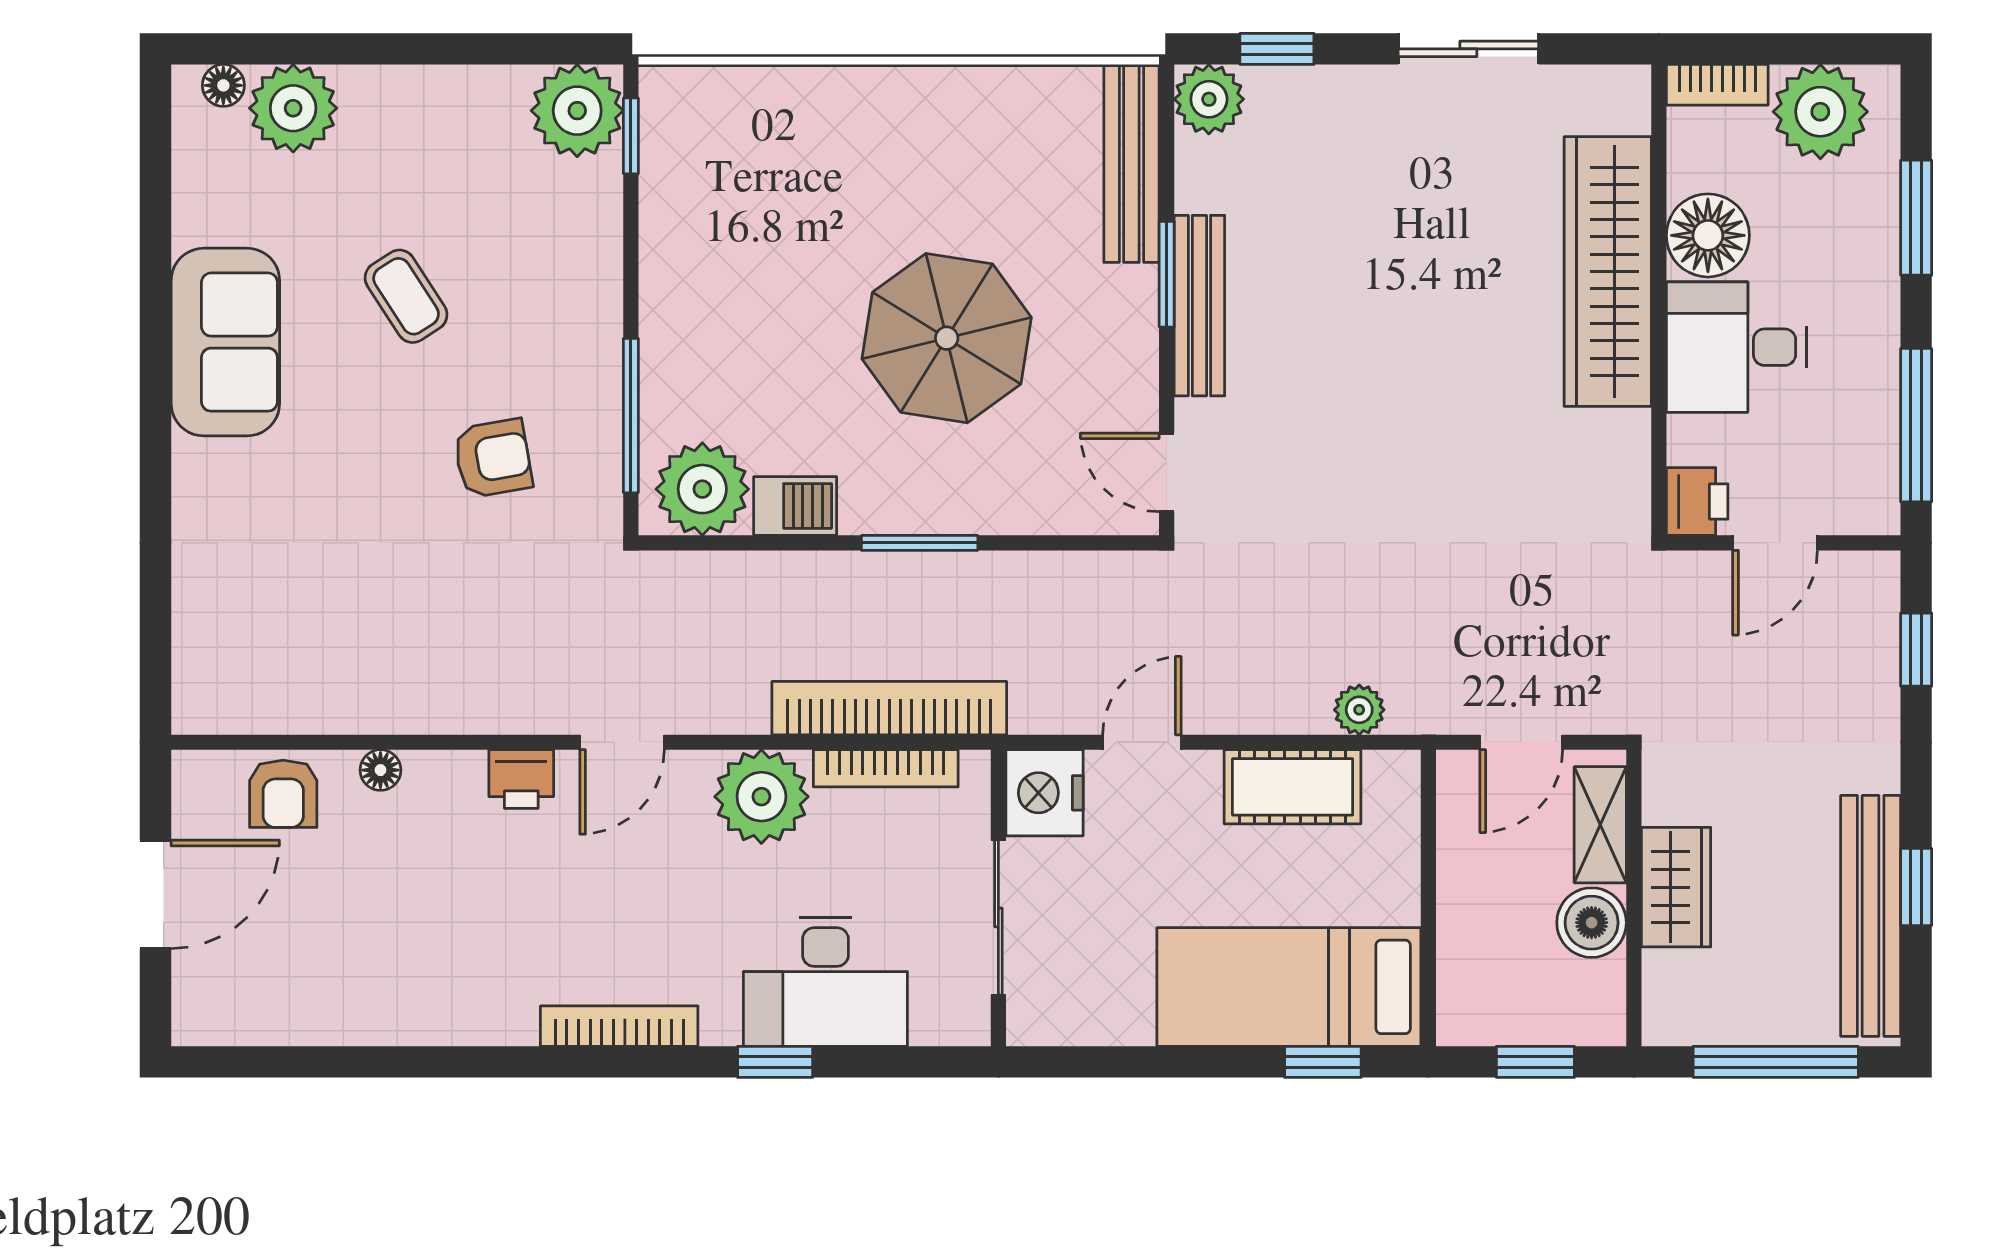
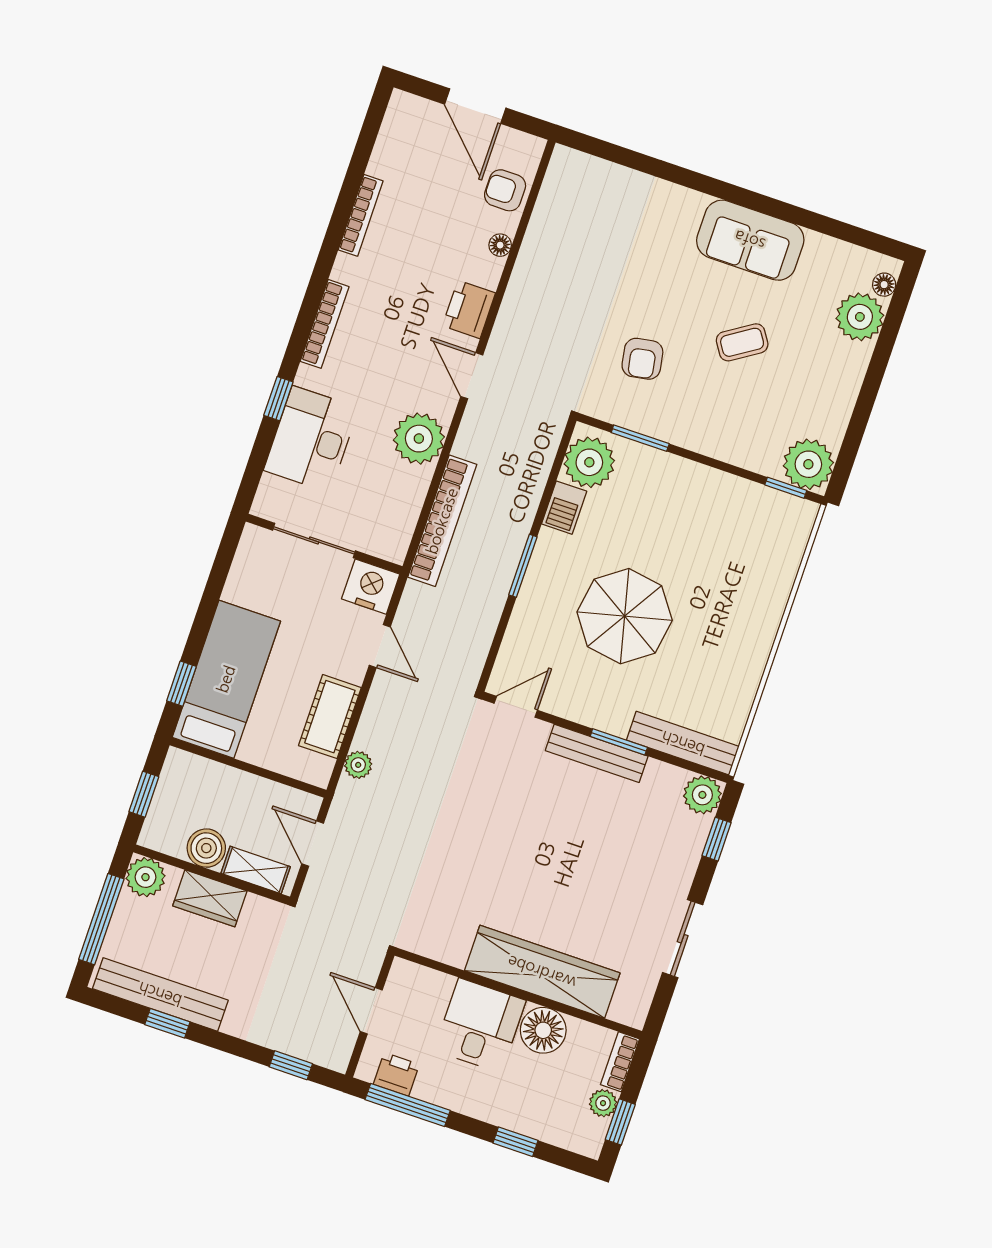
window: (1821, 49) -> (620, 1122), added
plant: (1820, 112) -> (603, 1103), width x0.53, depth x0.53
window: (1916, 218) -> (516, 1142), width x0.67
window: (631, 416) -> (640, 438), width x0.69
printer: (1697, 501) -> (396, 1074), moved, turned 180
bookcase: (886, 768) -> (361, 215), moved, turned 180
printer: (521, 779) -> (469, 309), width x1.36, depth x1.24
plant: (1677, 1010) -> (145, 877), added

